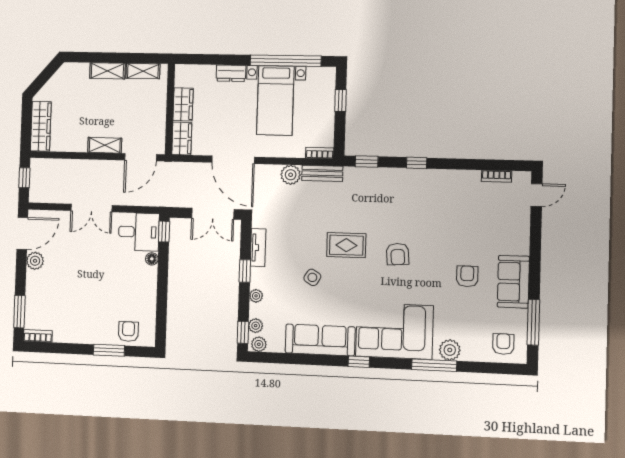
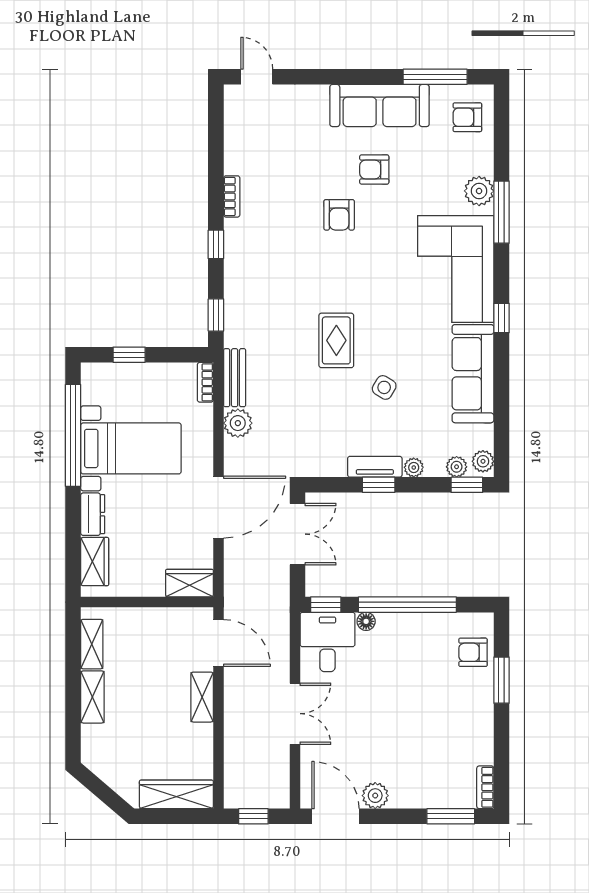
wardrobe: (183, 104) -> (95, 562), moved, turned 90
bookcase: (496, 176) -> (232, 196), moved
tv unit: (258, 248) -> (375, 467), moved
armchair: (398, 254) -> (339, 215), moved, turned 94
sofa: (513, 282) -> (380, 106), width x1.36
window: (162, 288) -> (407, 605), added

